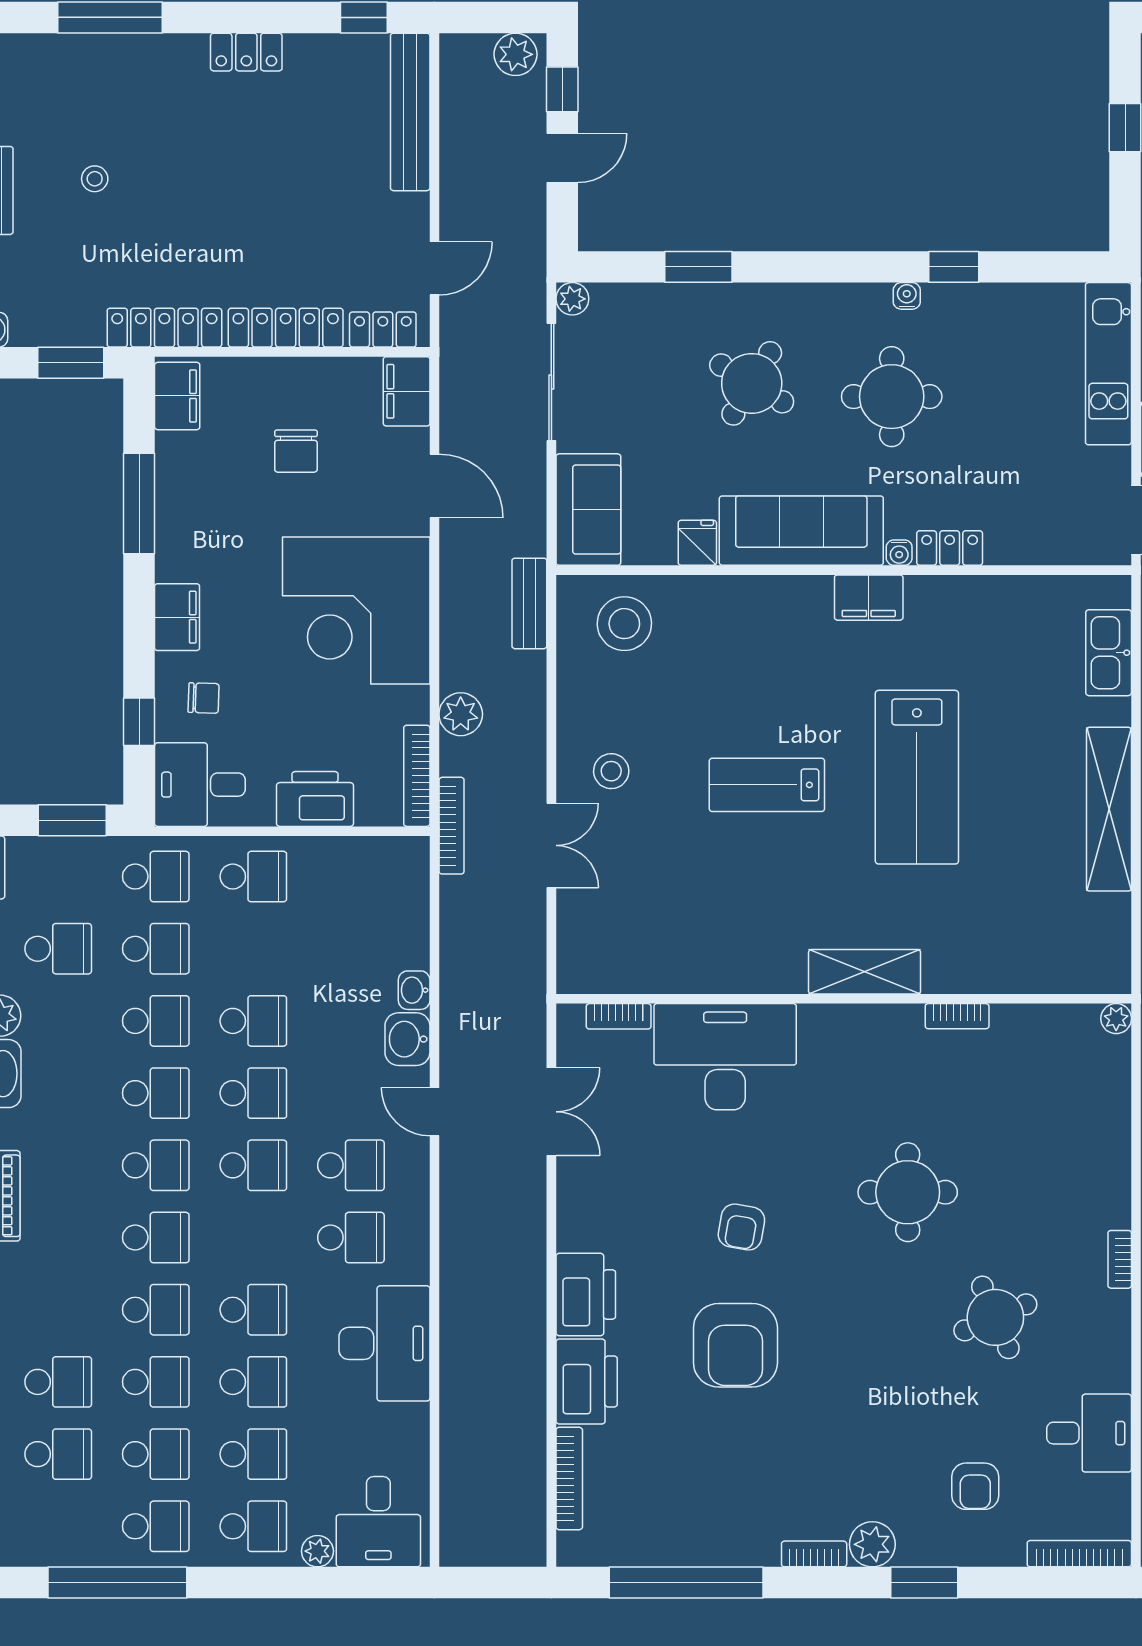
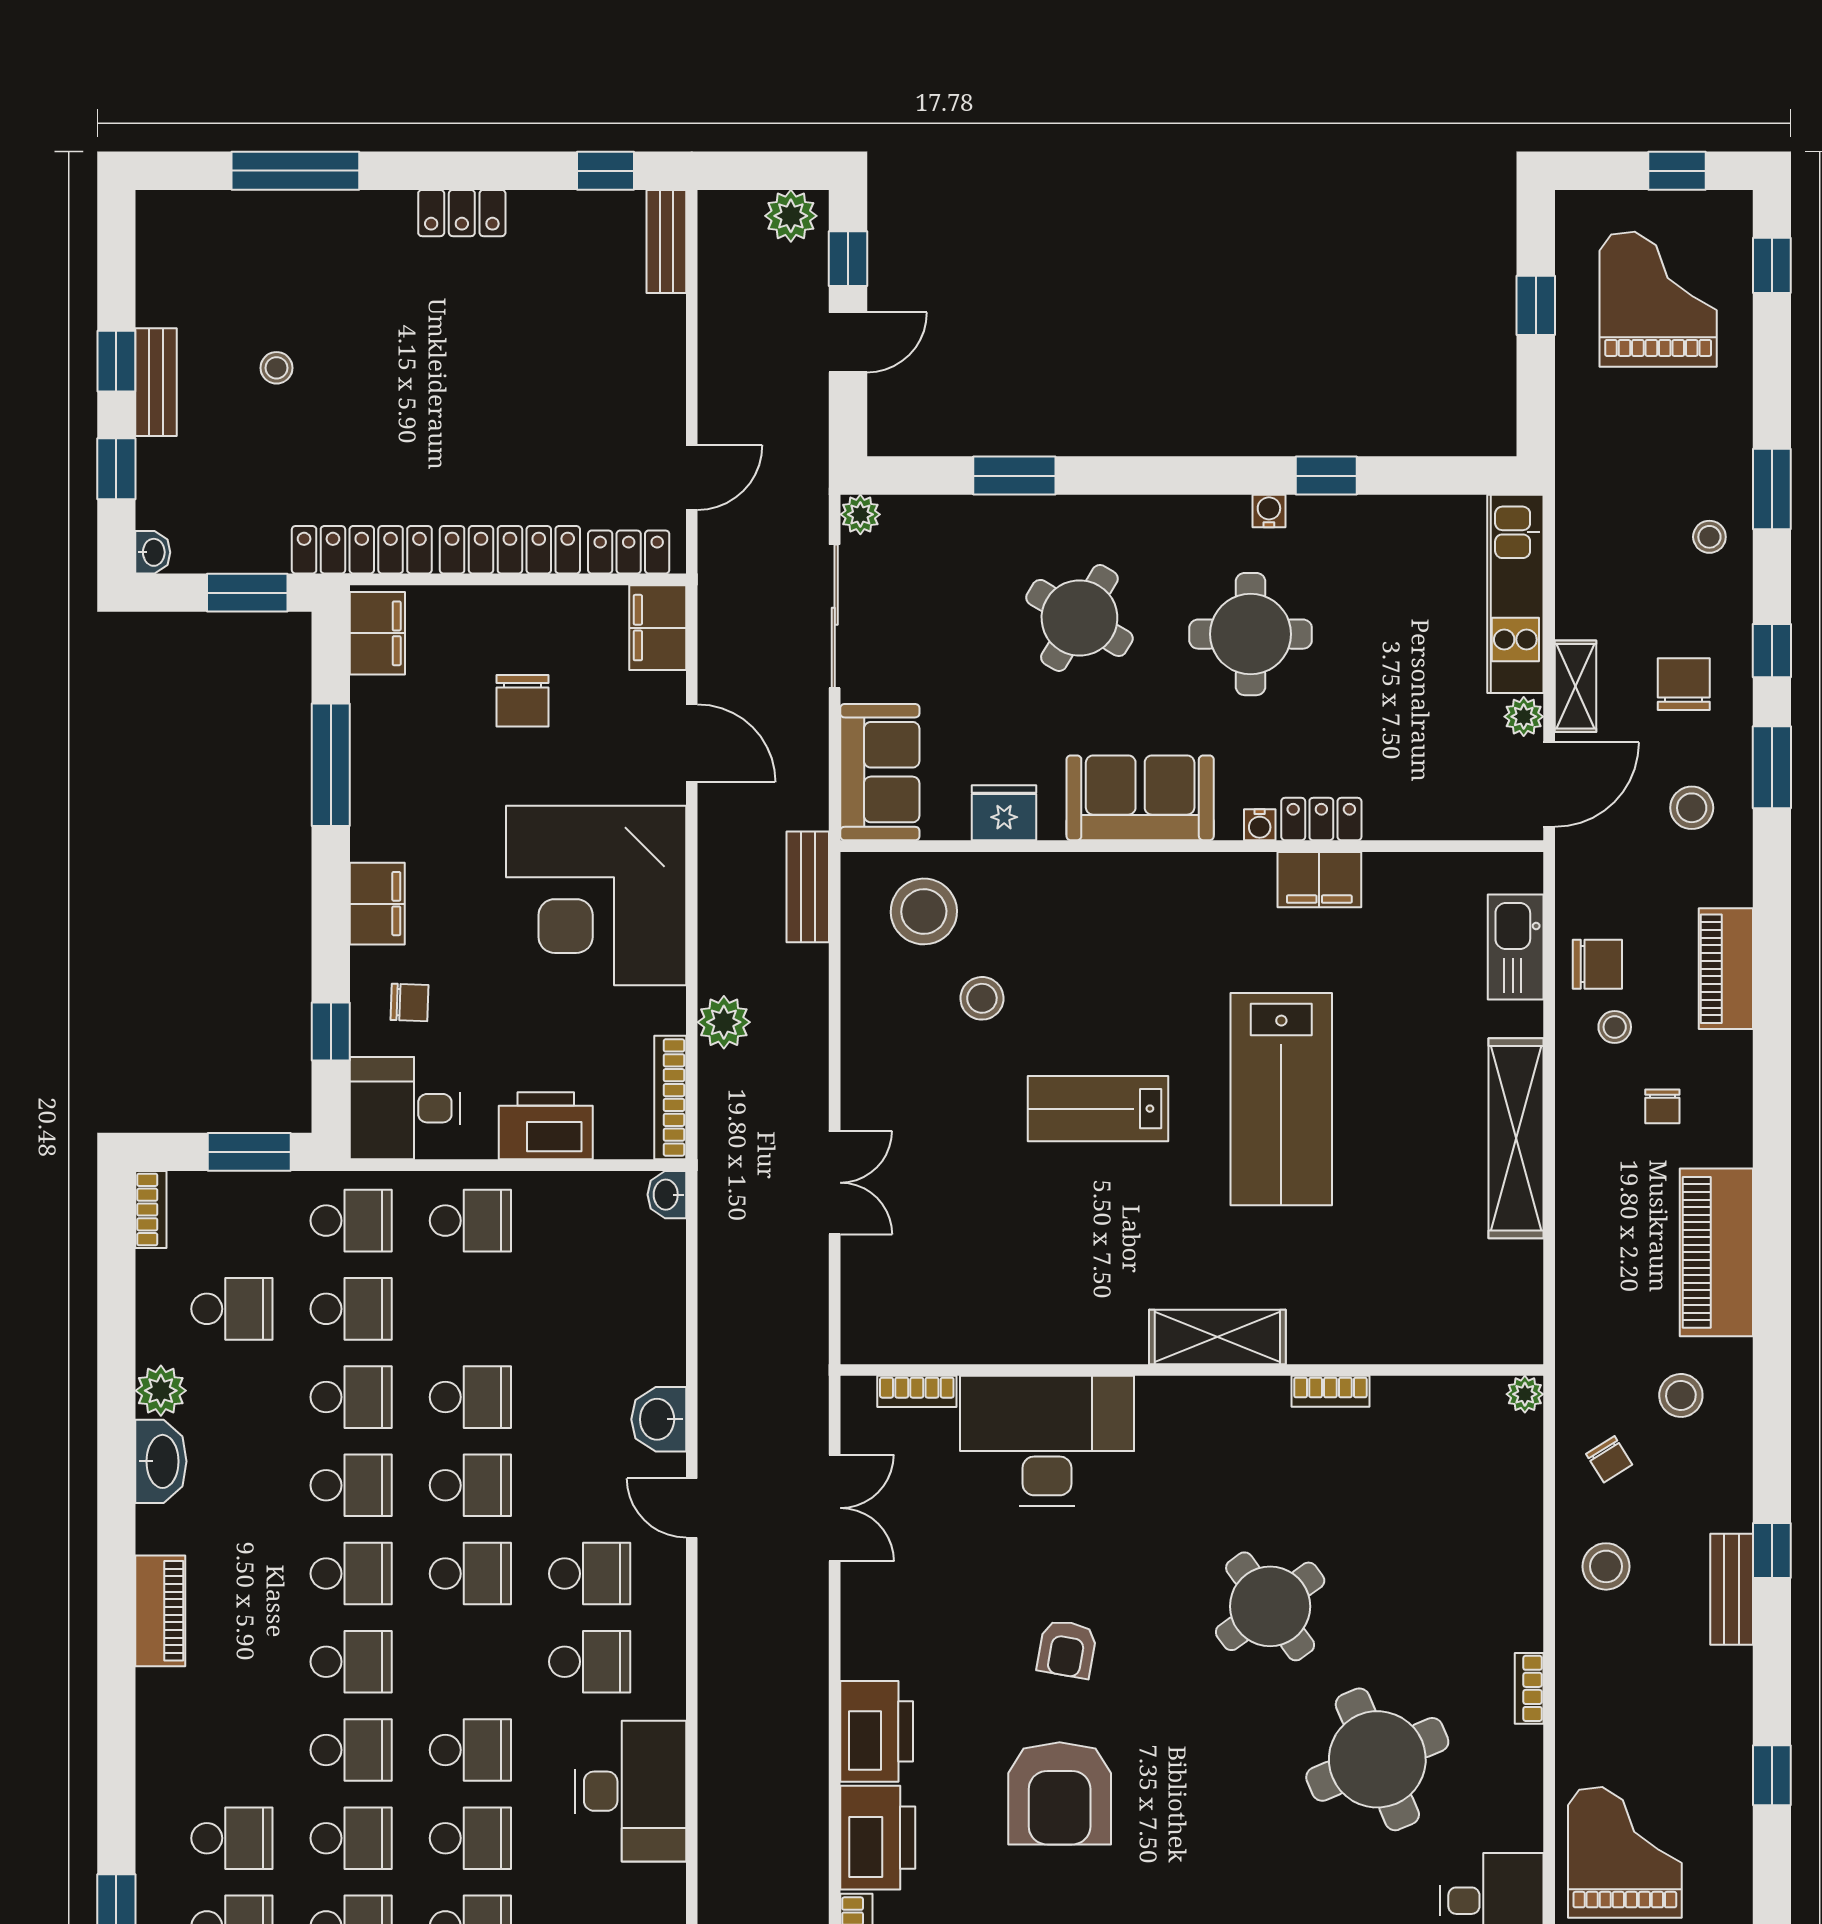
bench: (410, 112) -> (666, 241), width x0.54, depth x0.82
plant: (1115, 464) -> (1524, 717), added
sofa: (801, 531) -> (1140, 798), width x0.73
fridge: (697, 543) -> (1004, 813), width x1.38
filing cabinet: (869, 598) -> (1319, 880), moved
stool: (611, 771) -> (982, 998), moved
bookcase: (452, 826) -> (713, 1158), removed
washbasin: (414, 990) -> (667, 1195), moved
round table: (908, 1192) -> (1270, 1606), turned -36
round table: (995, 1317) -> (1377, 1759), width x1.36, depth x1.36

